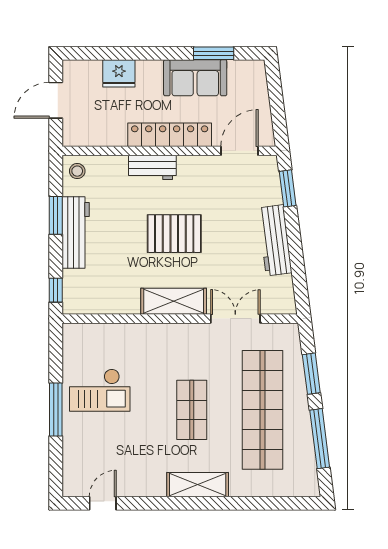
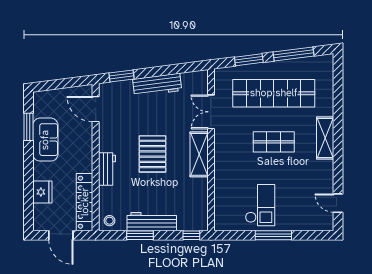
locker: (170, 135) -> (85, 202), moved

